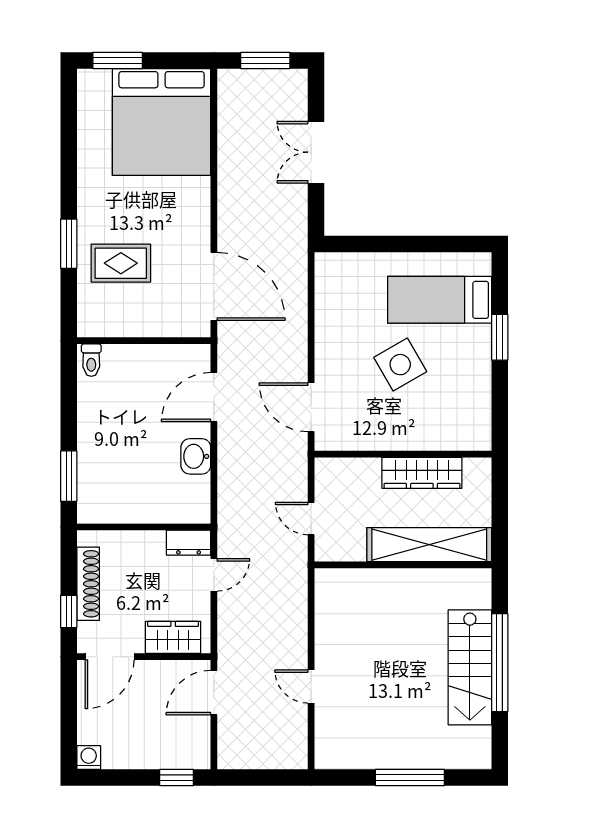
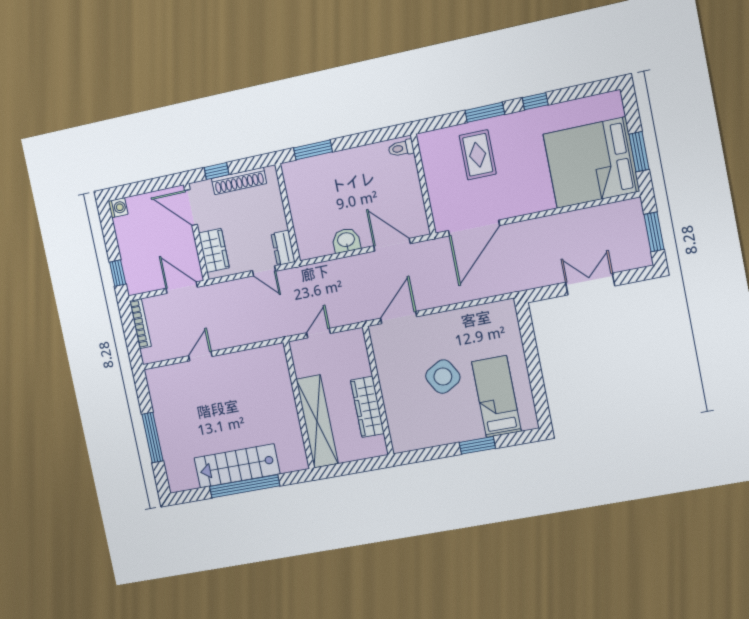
window: (118, 60) -> (639, 152), moved
window: (69, 177) -> (535, 101), added
bookcase: (251, 761) -> (140, 324), added

